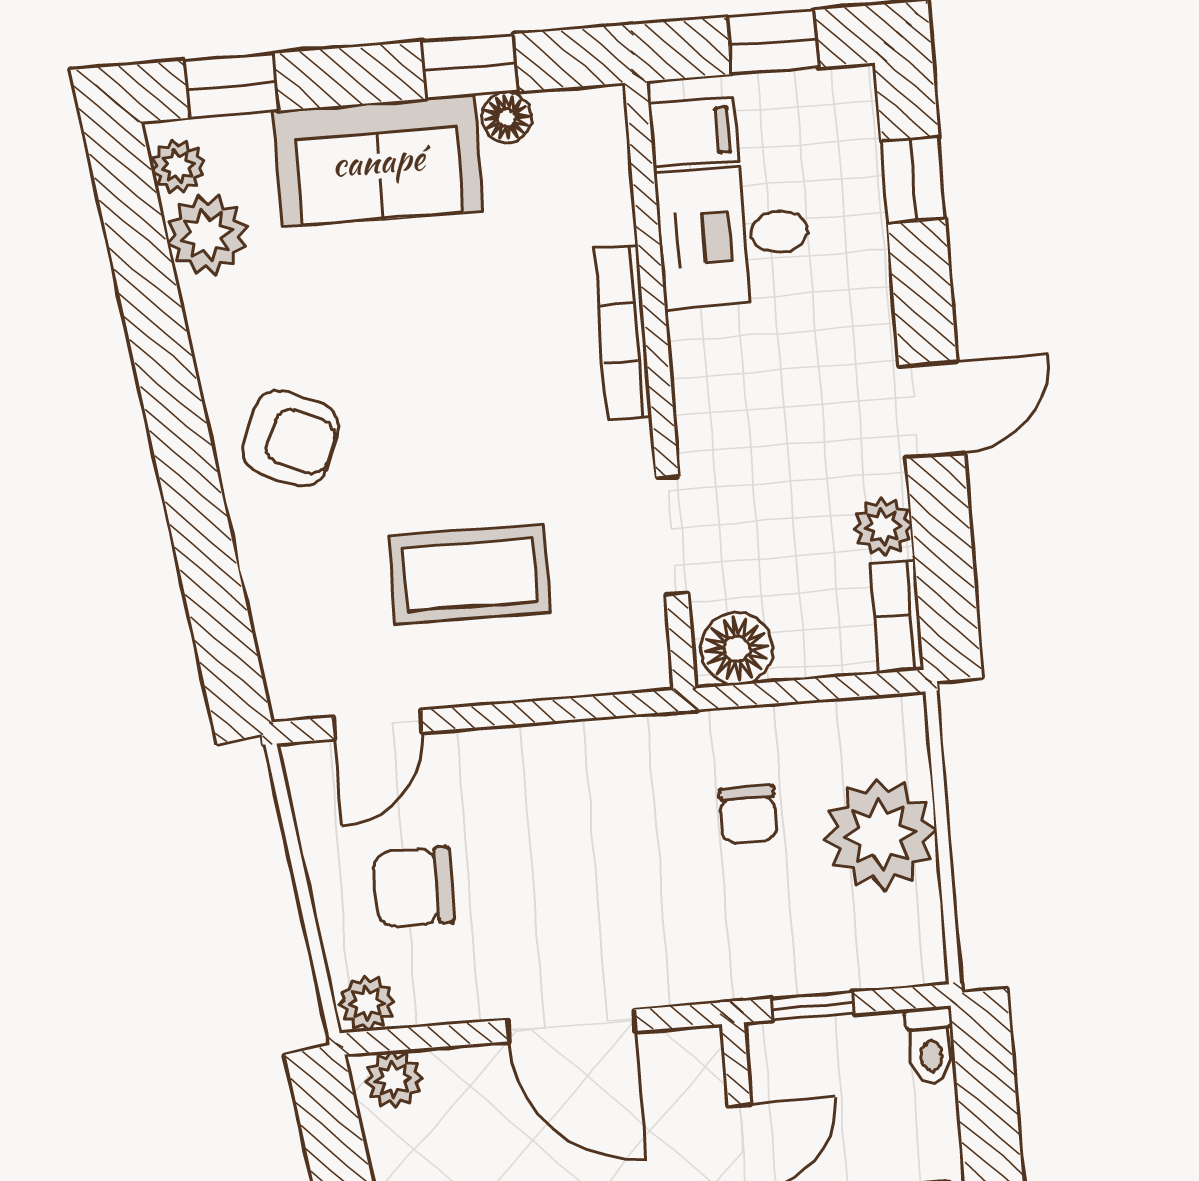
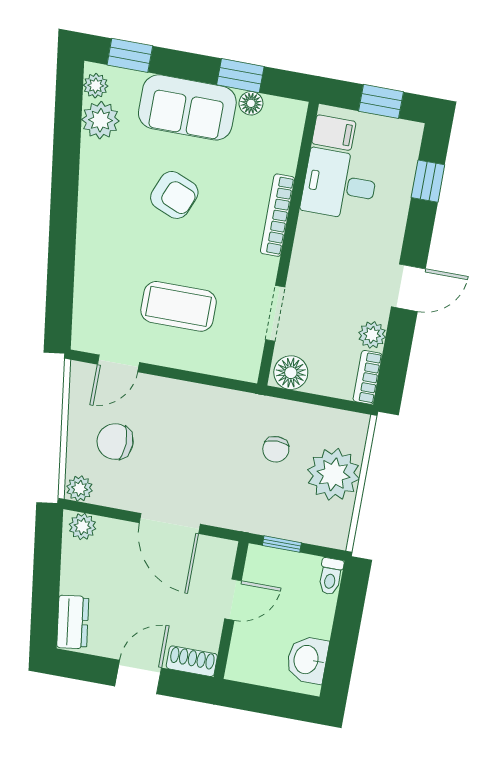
armchair: (291, 438) -> (174, 195), moved

